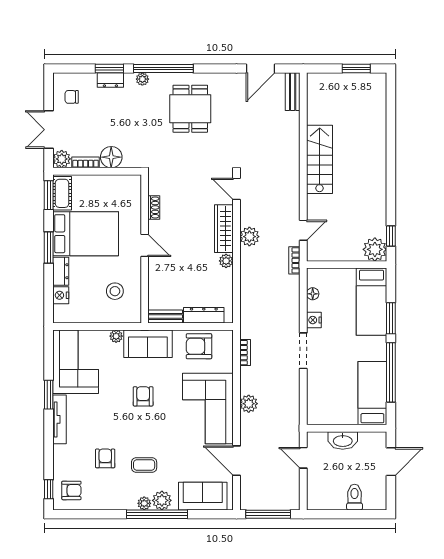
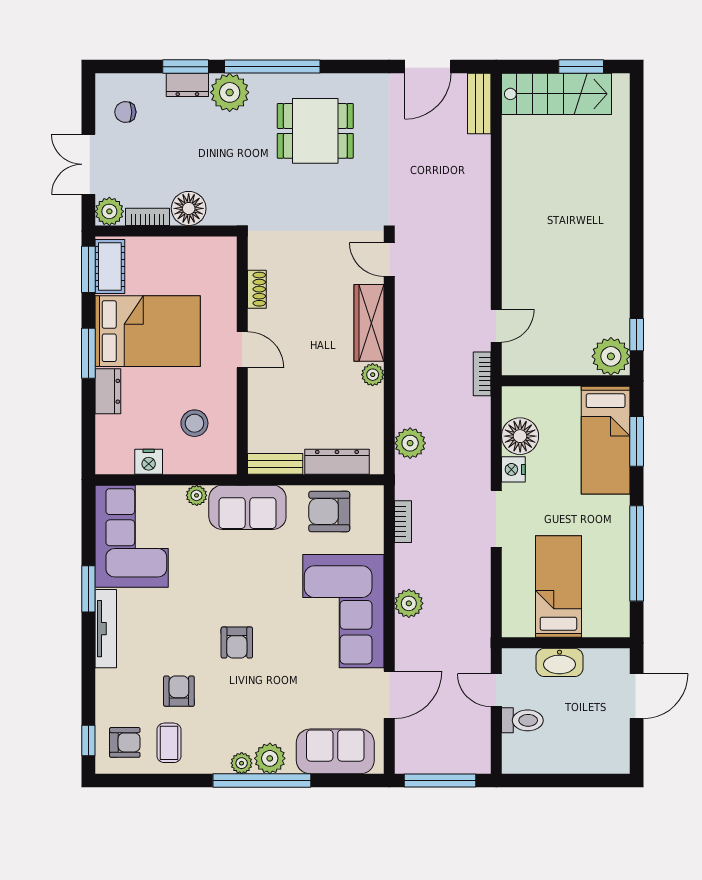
plant: (142, 79) -> (230, 92), width x1.88, depth x1.88
dining table: (190, 109) -> (315, 131), turned 90
stairs: (320, 159) -> (557, 94), moved, turned 90
plant: (249, 237) -> (410, 443), moved
floor lamp: (313, 294) -> (520, 436), width x1.89, depth x1.89
nightstand: (61, 295) -> (149, 462), moved, turned -90
window: (391, 318) -> (637, 441), moved
bed: (372, 393) -> (558, 587), moved
armchair: (143, 396) -> (237, 642), moved, turned 180
door: (236, 461) -> (389, 695), swing flipped
coffee table: (144, 465) -> (169, 743), moved, turned 90
toilet: (355, 497) -> (522, 720), moved, turned 90

